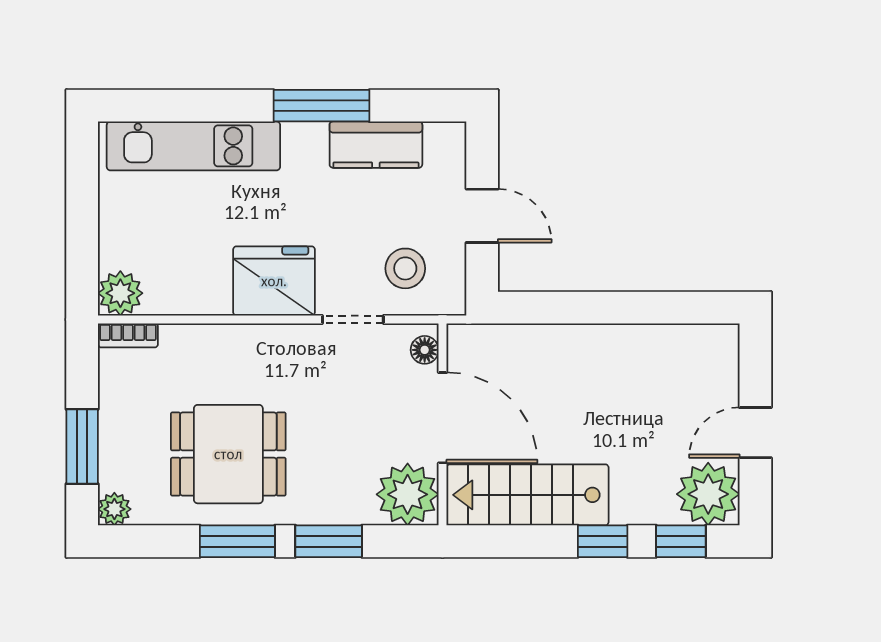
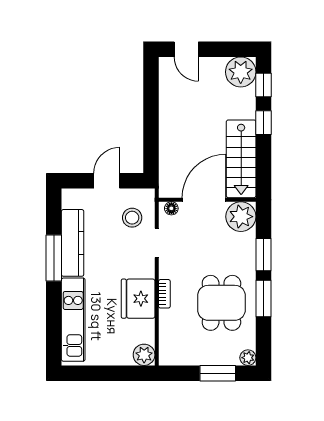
kitchen counter: (376, 145) -> (73, 243), width x1.50
fridge: (274, 281) -> (138, 299), moved
bookcase: (128, 335) -> (164, 294), moved
door: (755, 433) -> (186, 49), moved

